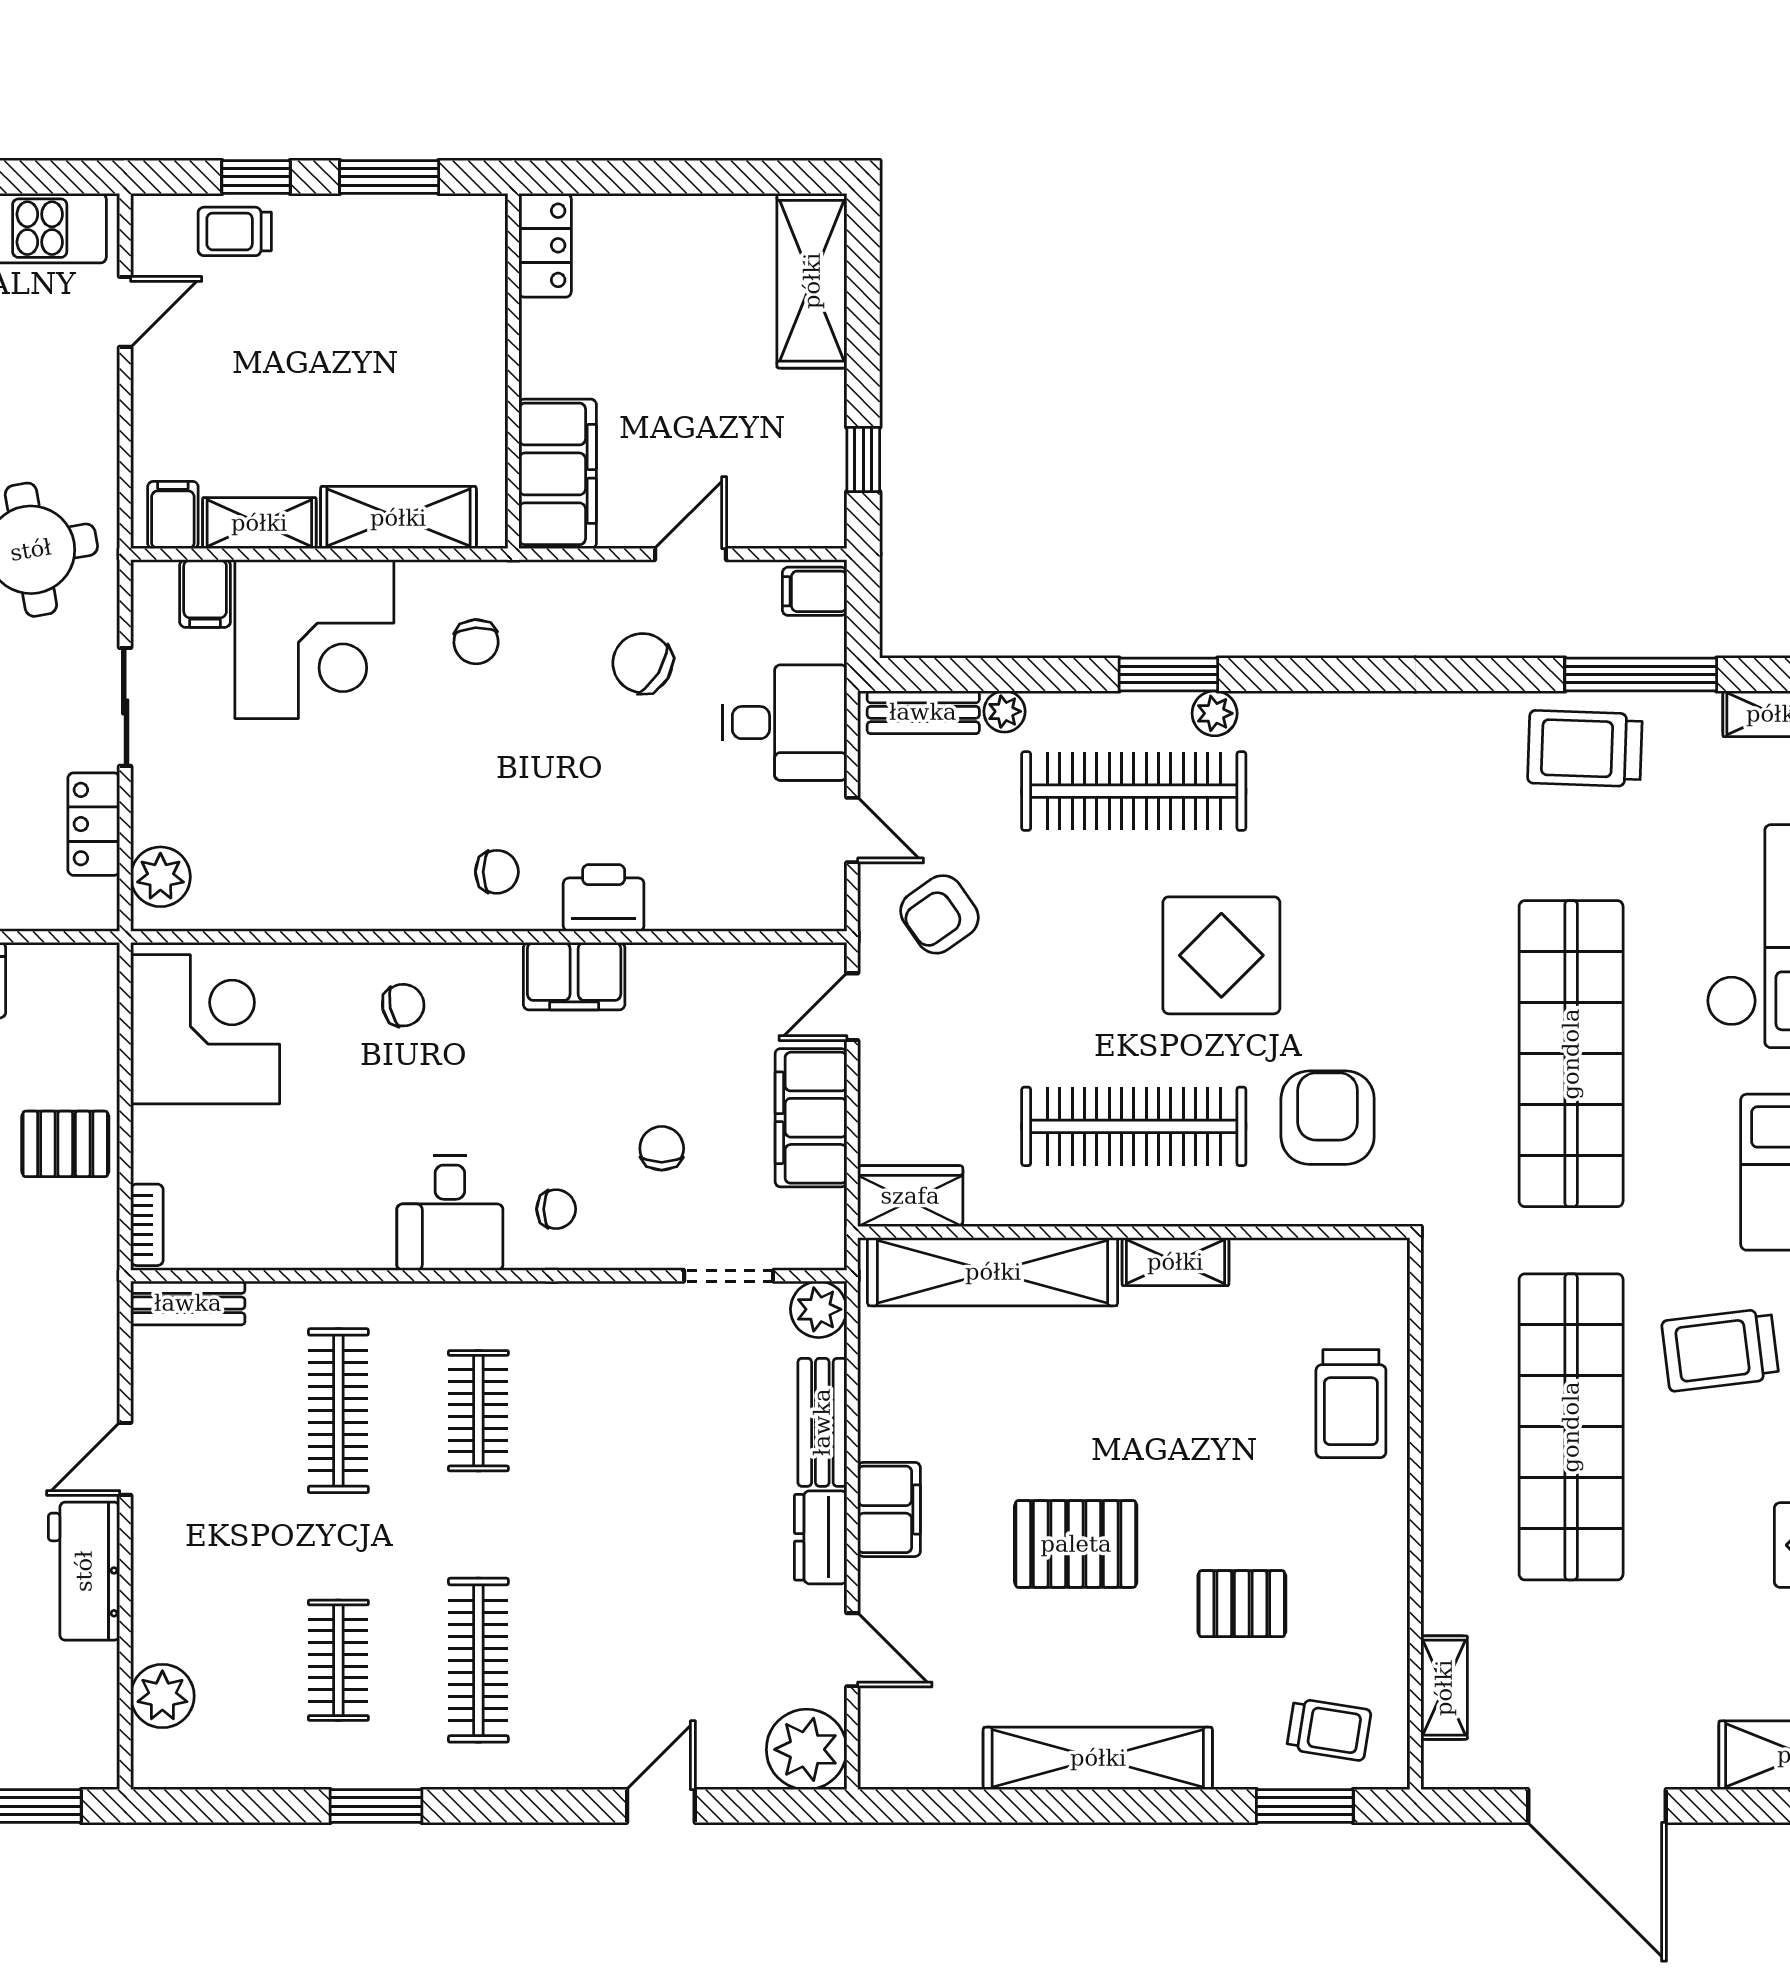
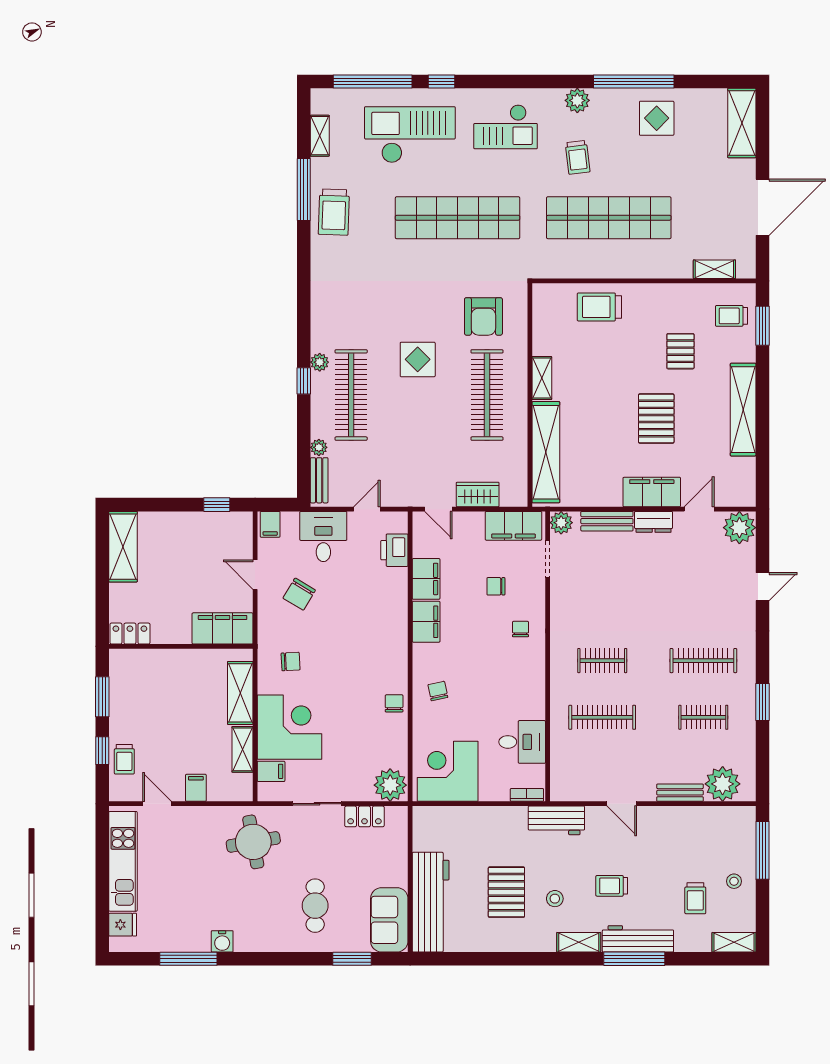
shelving: (812, 281) -> (123, 547), moved, turned 90
filing cabinet: (173, 515) -> (196, 788), moved, turned 90
window: (1168, 674) -> (304, 381), width x0.67
chair: (497, 872) -> (394, 703), moved
plant: (160, 877) -> (390, 785), width x1.36, depth x1.36
printer: (604, 898) -> (394, 550), moved
armchair: (939, 914) -> (401, 474), removed
display table: (1221, 955) -> (418, 359), width x0.73, depth x0.73
filing cabinet: (680, 976) -> (426, 579), added
filing cabinet: (811, 1118) -> (513, 526), moved
armchair: (1328, 1118) -> (483, 316), turned -90
pallet: (65, 1144) -> (494, 828), removed
wardrobe: (910, 1196) -> (478, 494), moved, turned 90
desk: (450, 1213) -> (522, 742), moved
bench: (188, 1303) -> (680, 793), moved, turned 90
trolley: (1720, 1350) -> (578, 157), width x0.73, depth x0.72
trolley: (1351, 1404) -> (599, 307), turned 180
filing cabinet: (889, 1509) -> (652, 492), width x1.50, depth x1.17
workbench: (84, 1571) -> (556, 820), moved
plant: (162, 1696) -> (723, 784), width x1.36, depth x1.36
trolley: (1329, 1730) -> (731, 316), turned -99
door: (661, 1806) -> (762, 587), swing flipped

